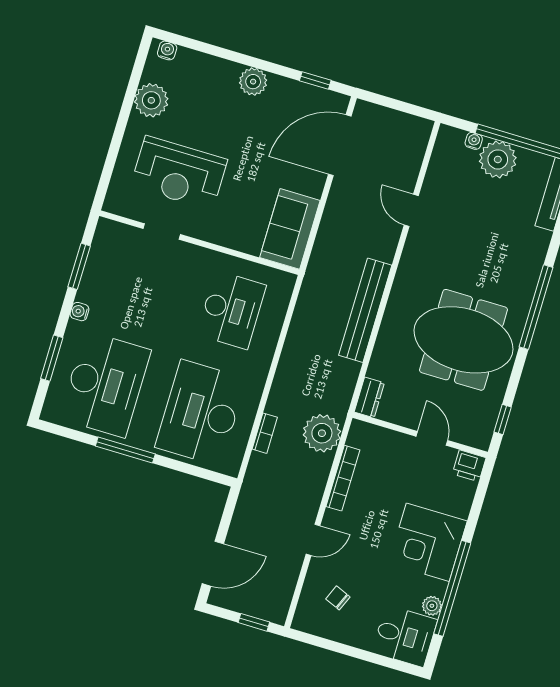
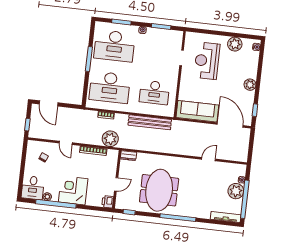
sofa: (290, 229) -> (197, 111), width x1.36
bench: (365, 310) -> (150, 122), moved
desk: (201, 413) -> (110, 87), turned 180

